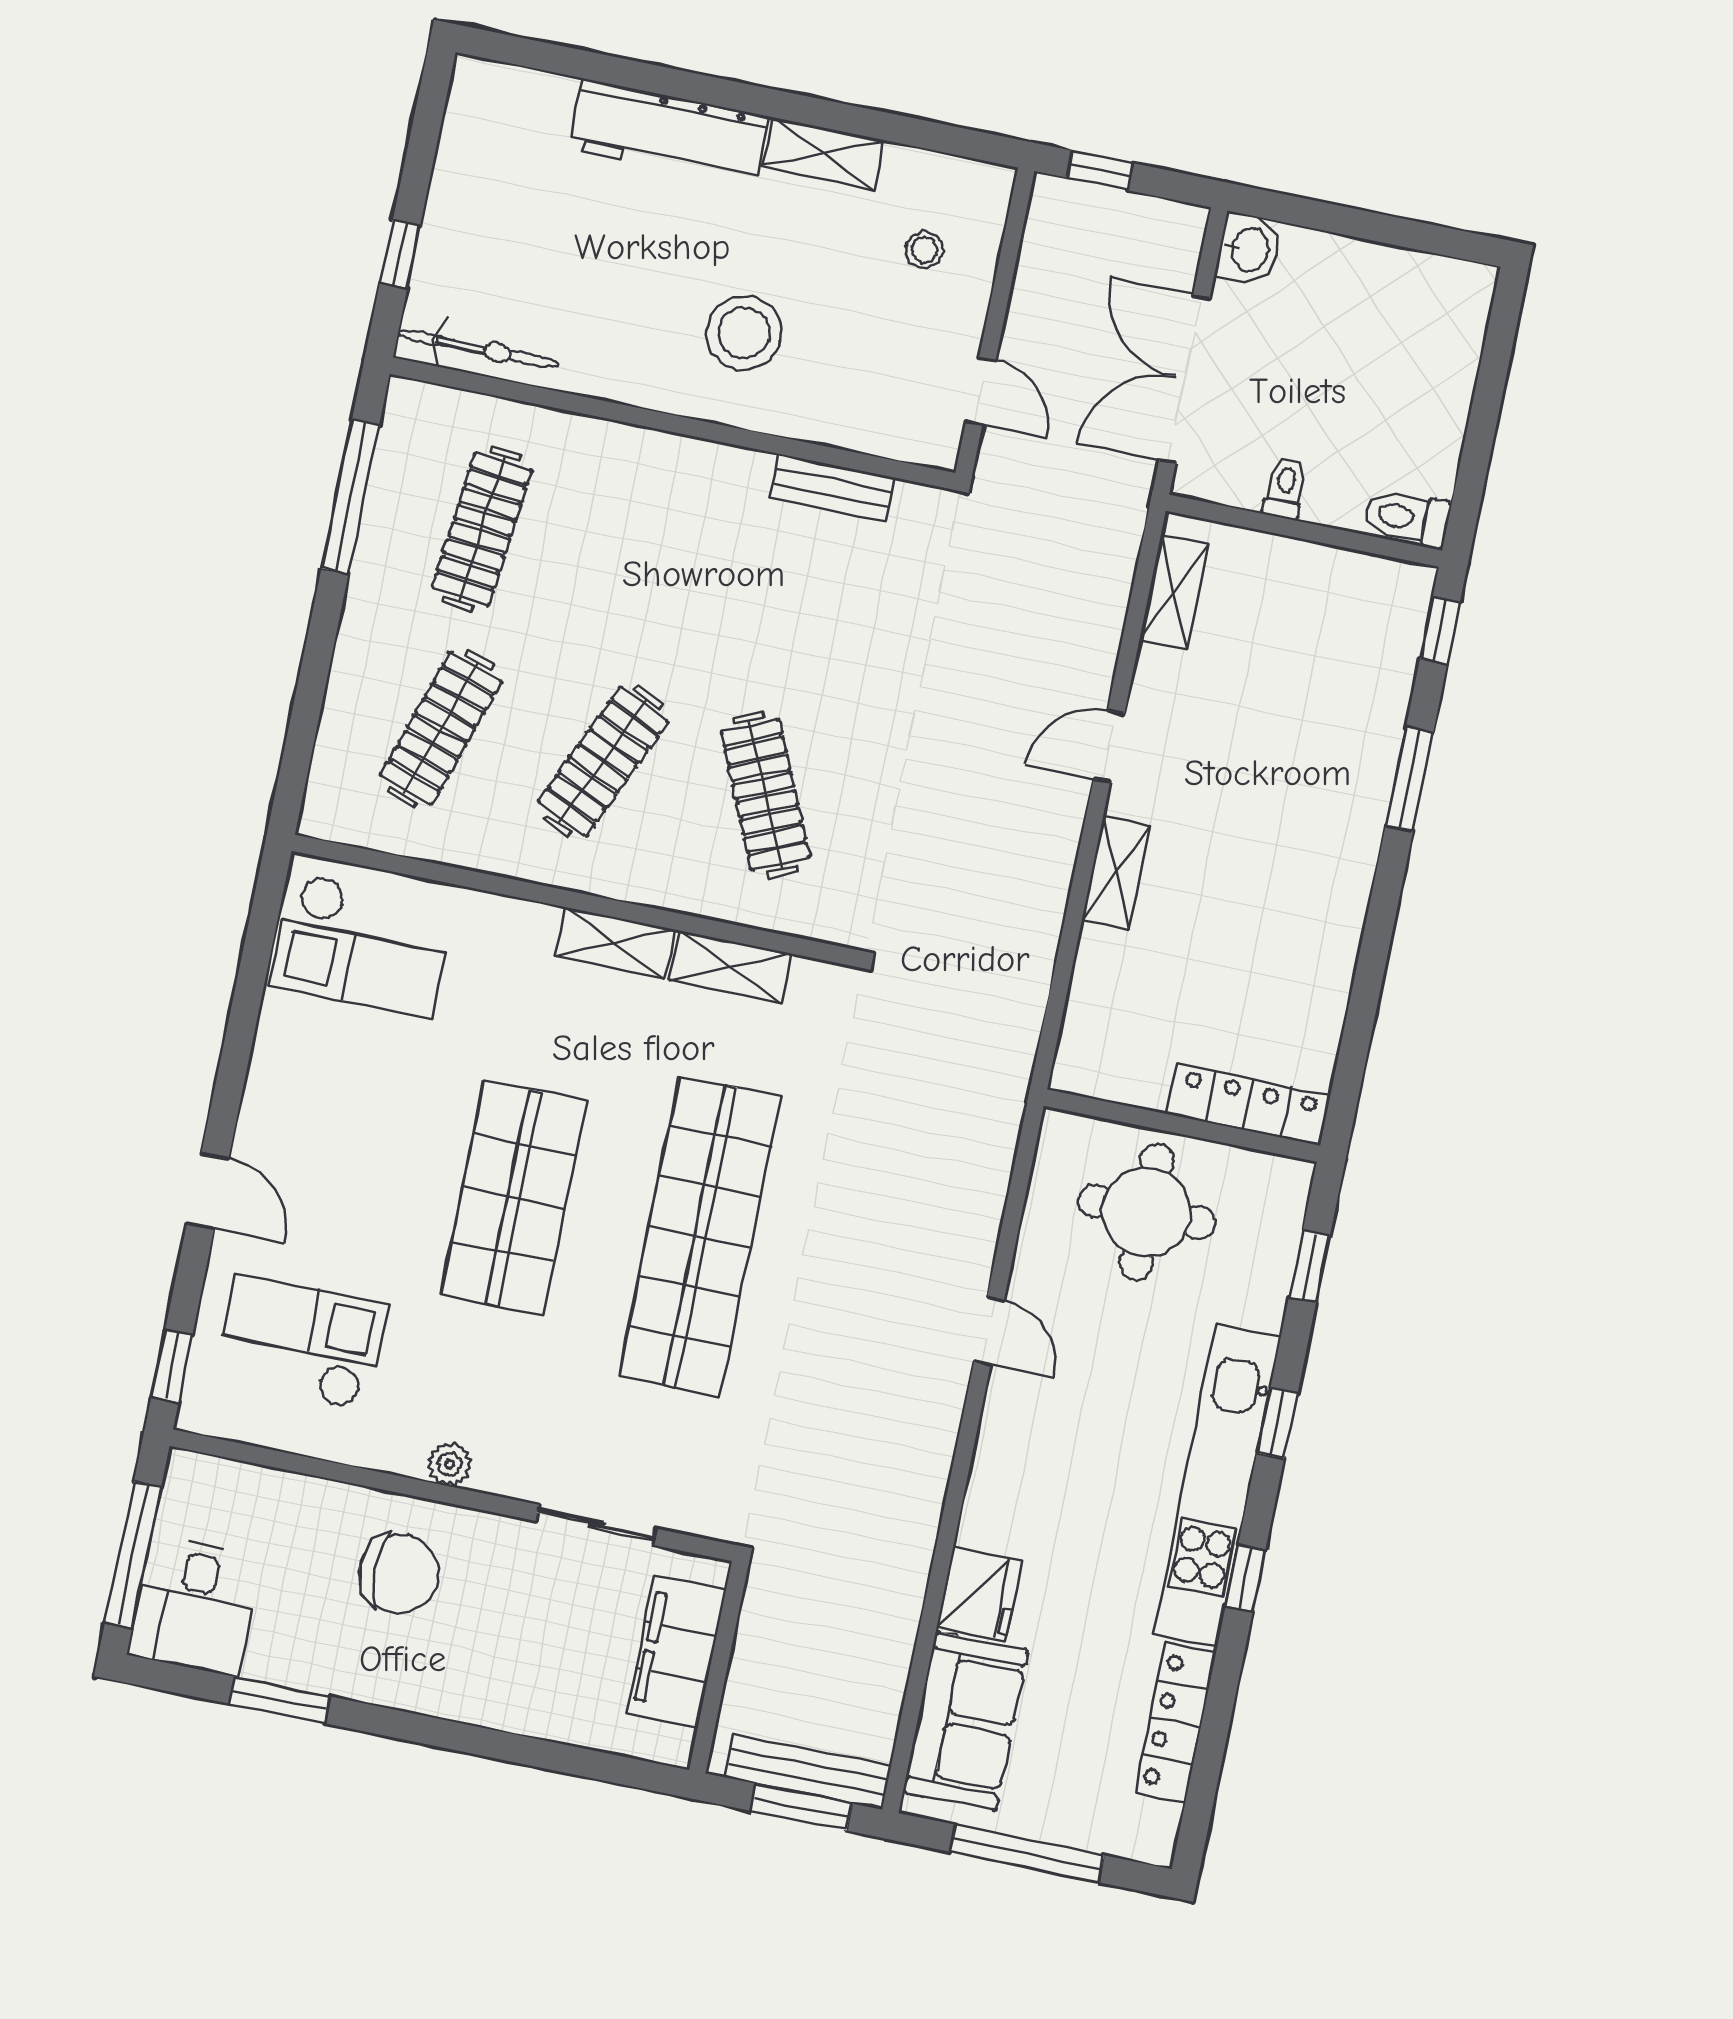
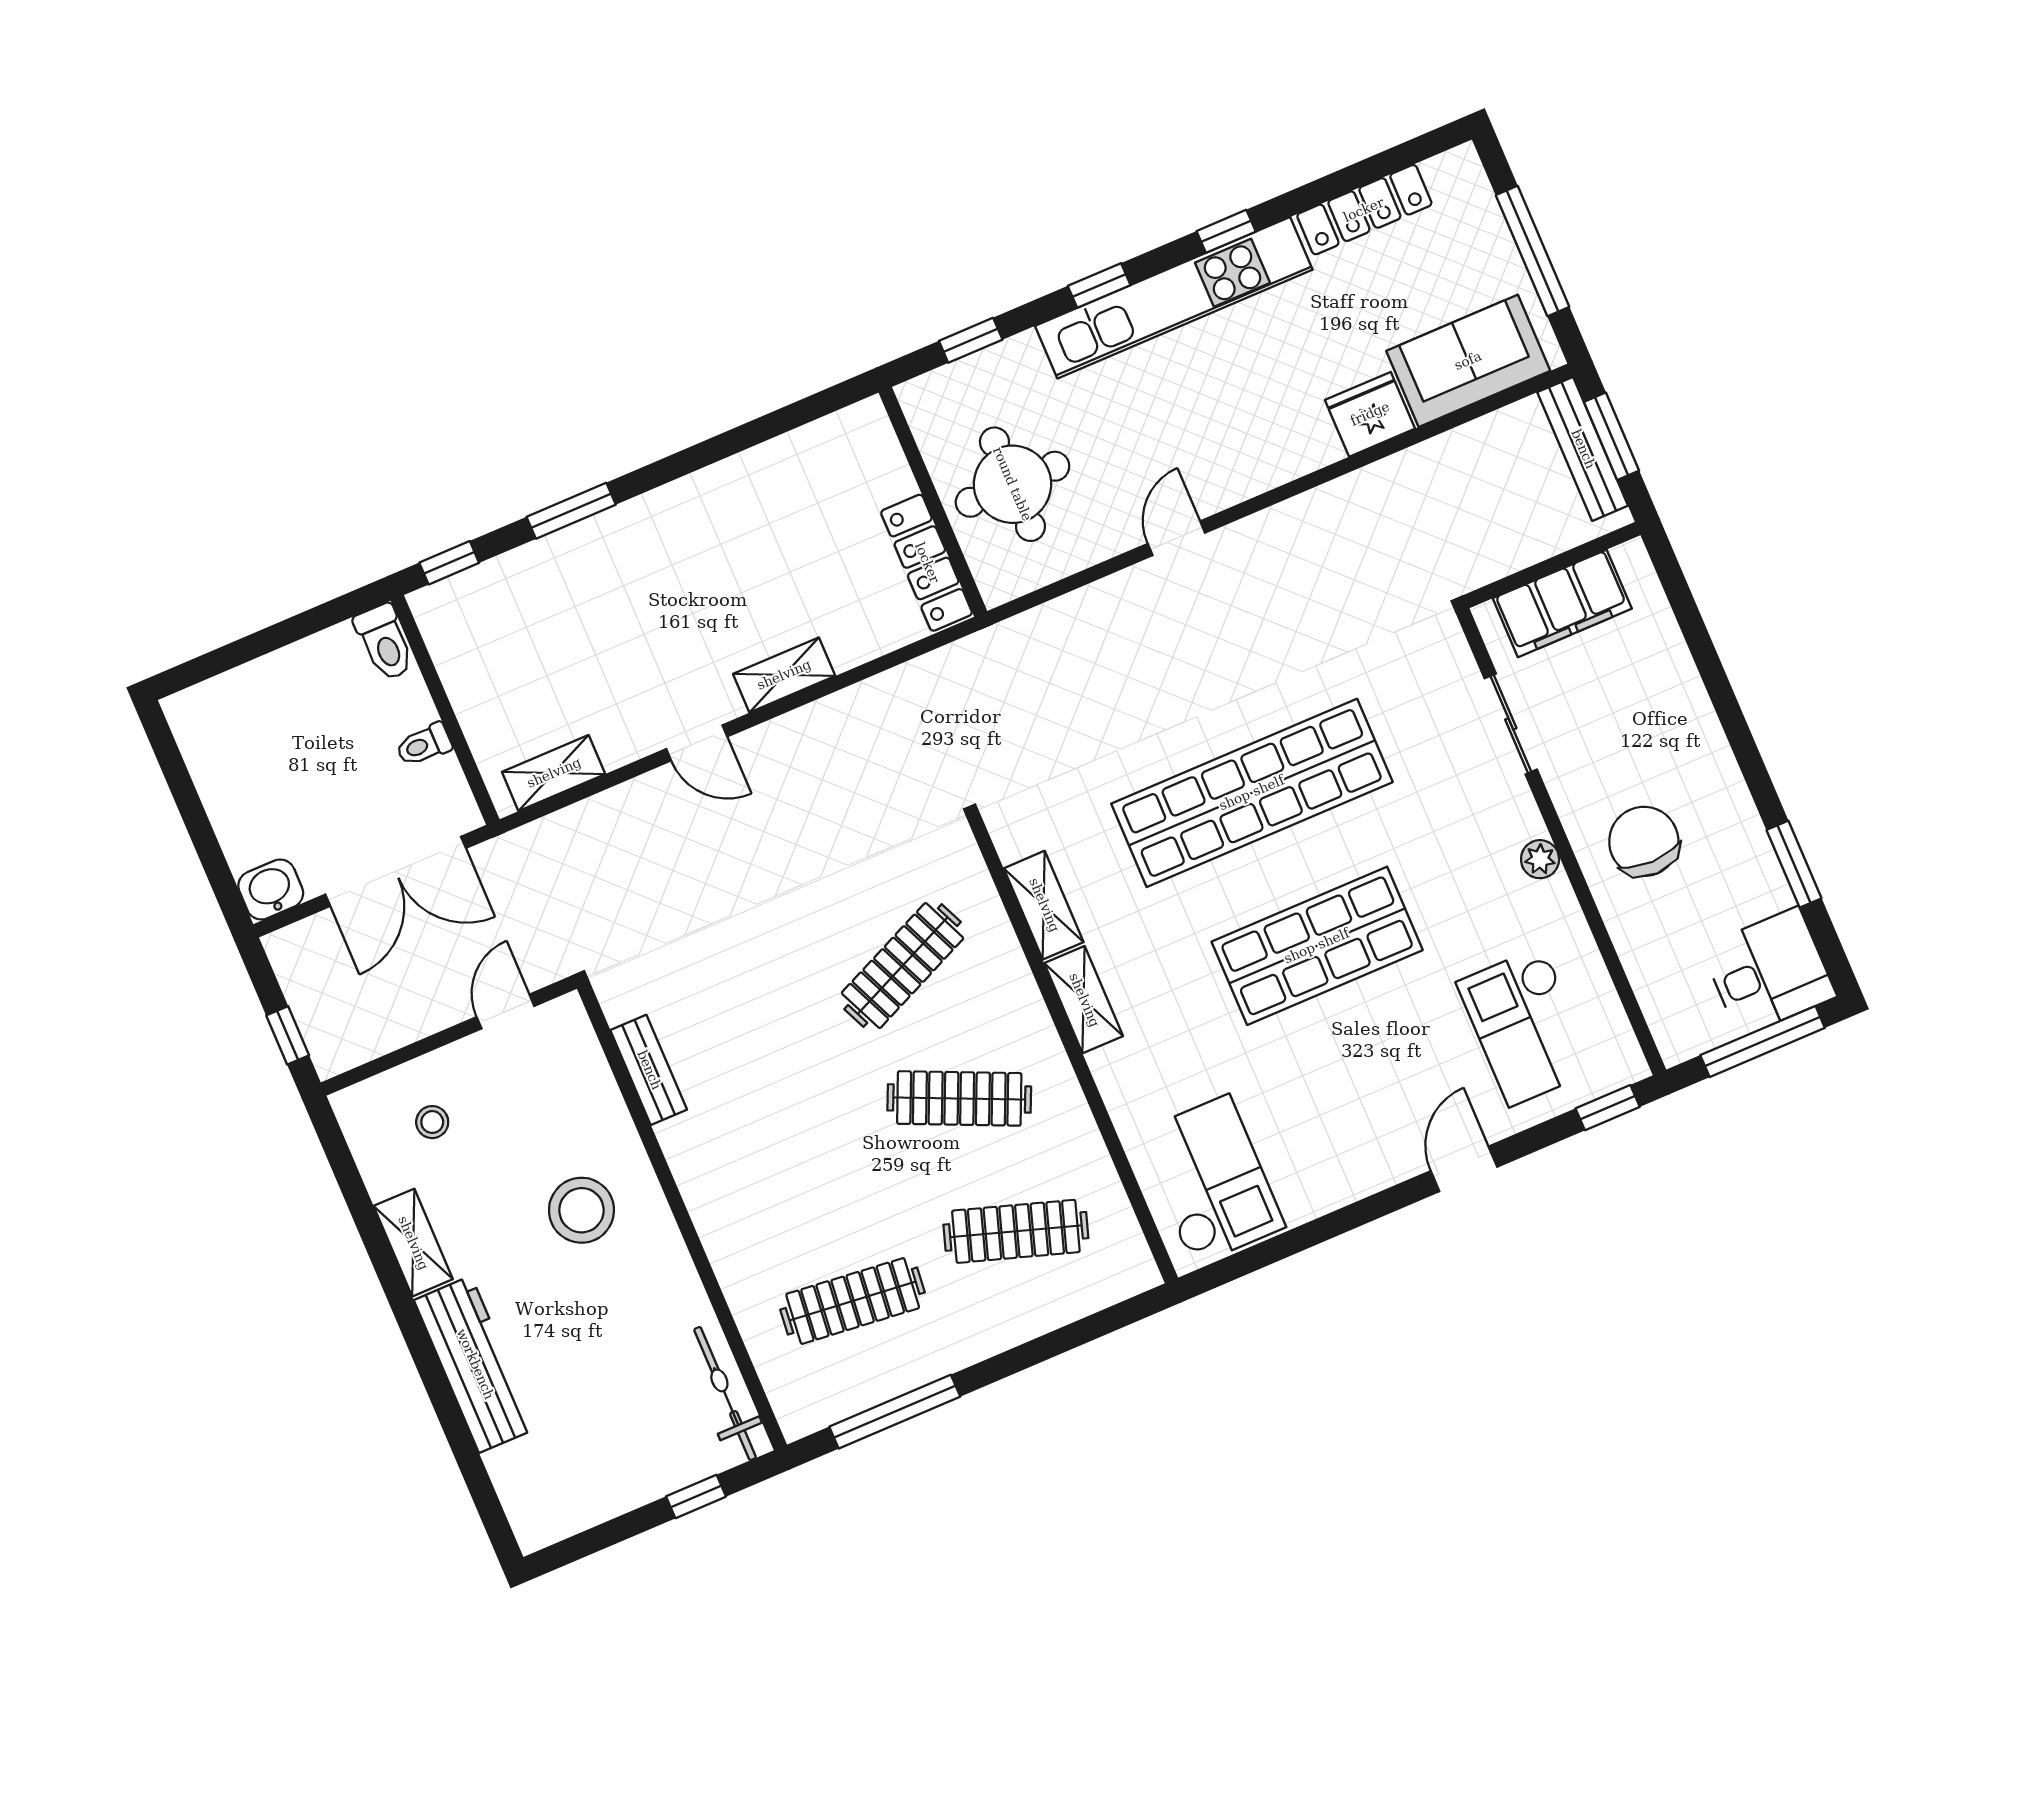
locker: (1249, 1105) -> (927, 563), moved

